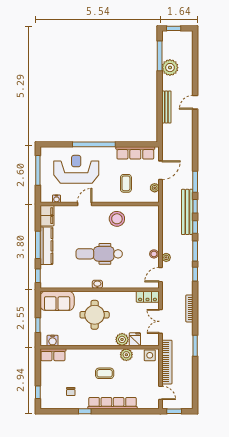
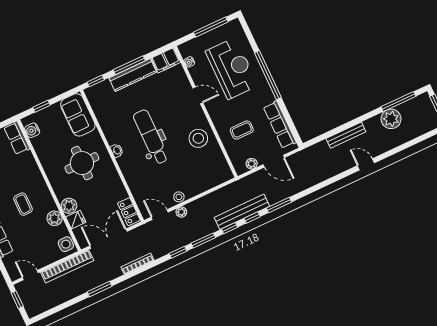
double door: (160, 321) -> (108, 239), width x1.37
door: (160, 393) -> (30, 275), swing flipped

